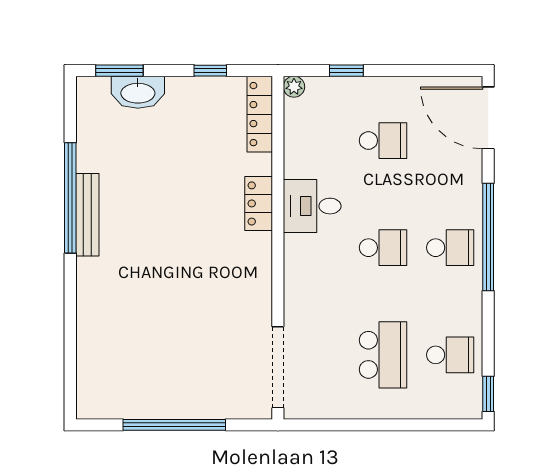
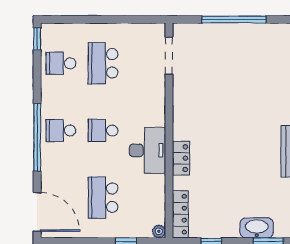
school desk: (383, 141) -> (103, 198), width x1.85
desk: (312, 206) -> (147, 150), width x1.37
doorway: (278, 367) -> (169, 56), width x0.73

